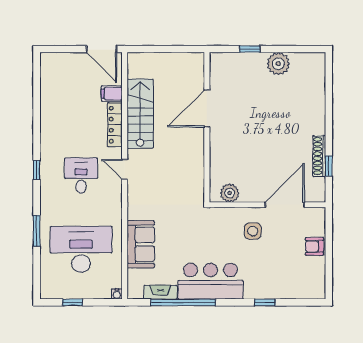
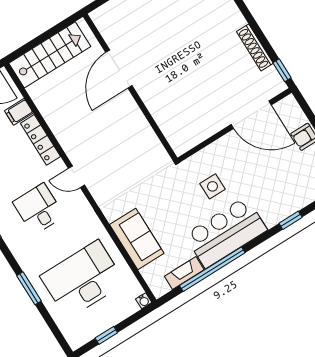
stairs: (140, 114) -> (50, 55), moved, turned 90
window: (329, 166) -> (282, 70), moved
plant: (230, 193) -> (191, 137), removed
door: (285, 205) -> (251, 115), swing flipped
side table: (253, 231) -> (213, 186), moved

